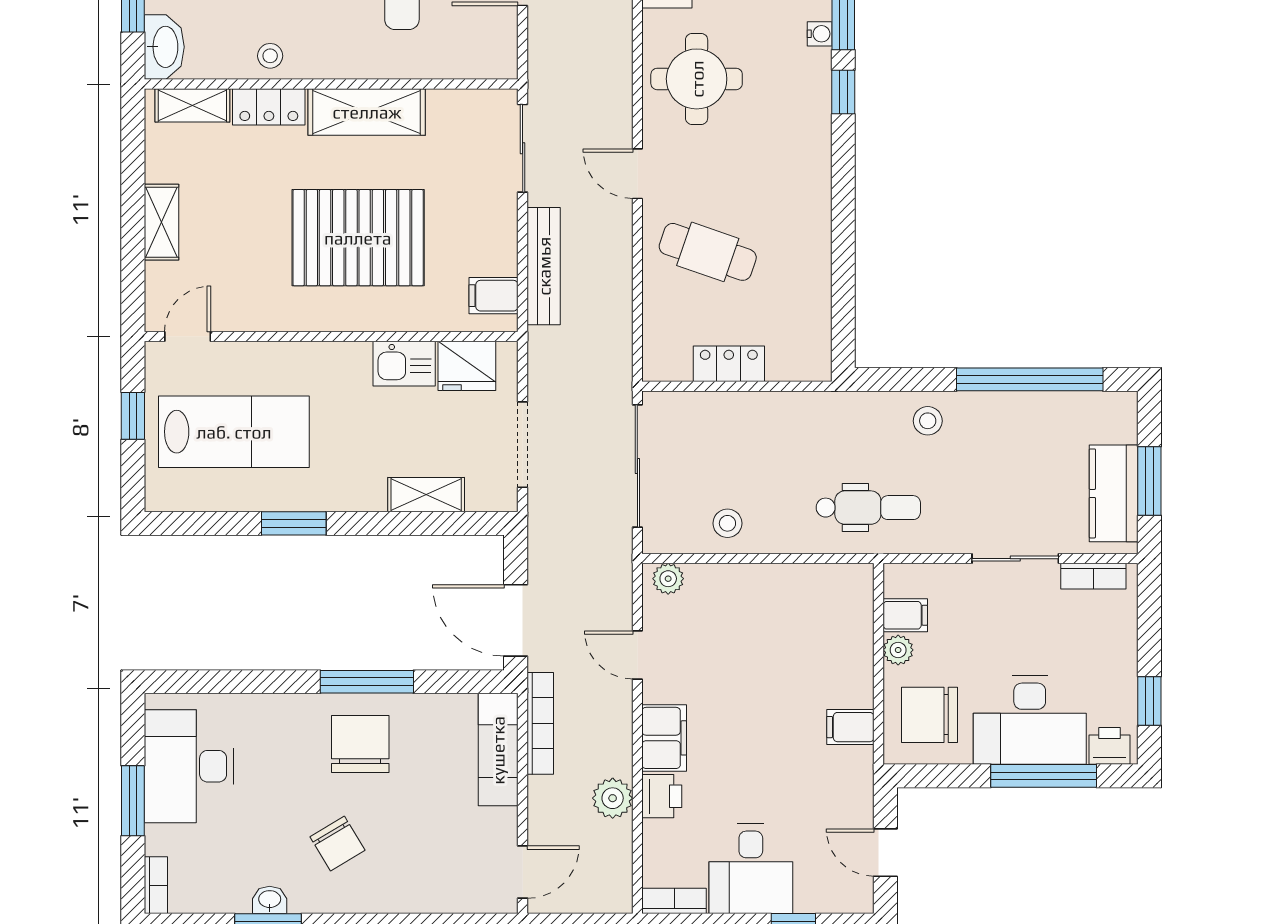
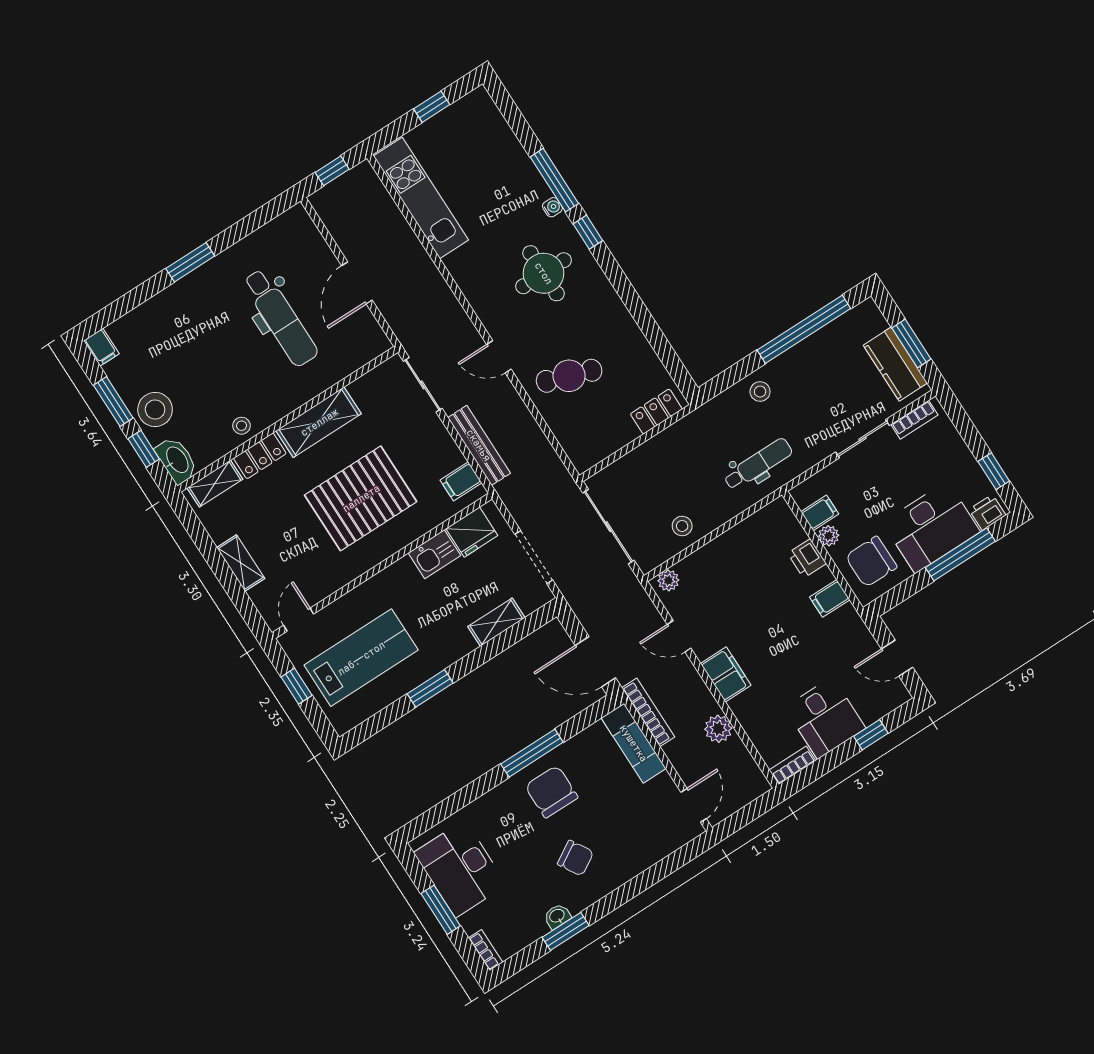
round table: (697, 79) -> (544, 273), moved
locker: (729, 364) -> (656, 412), moved
printer: (662, 796) -> (807, 558), moved, turned 180

